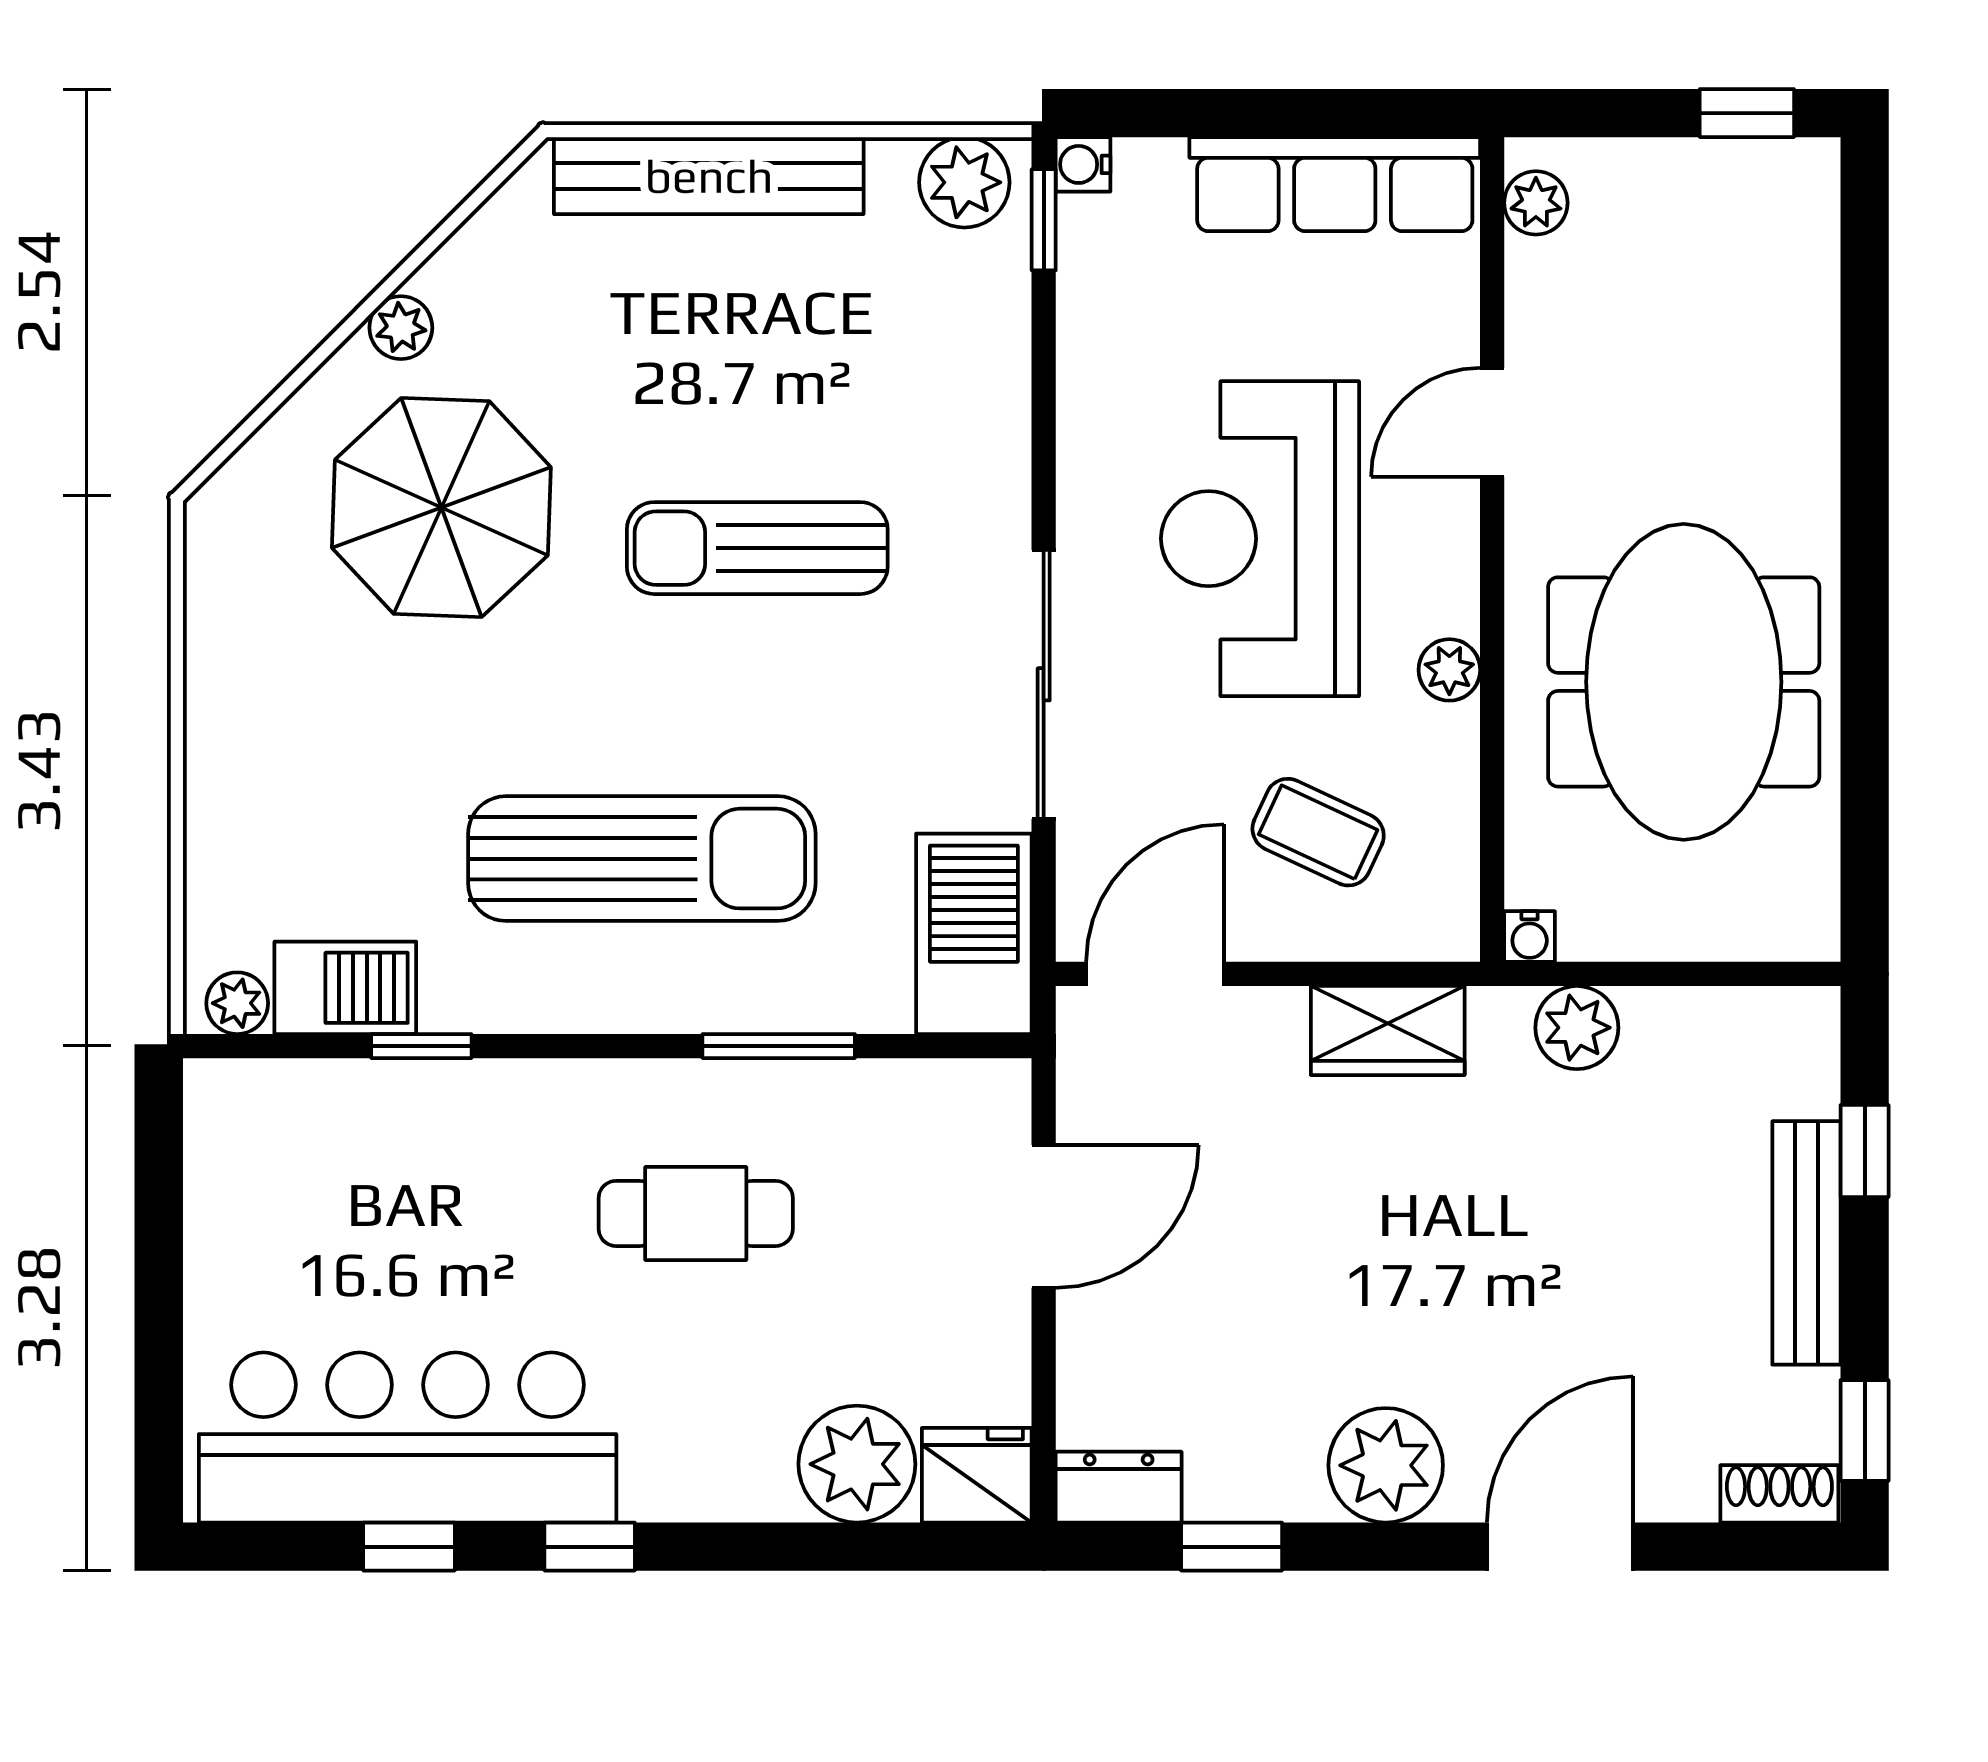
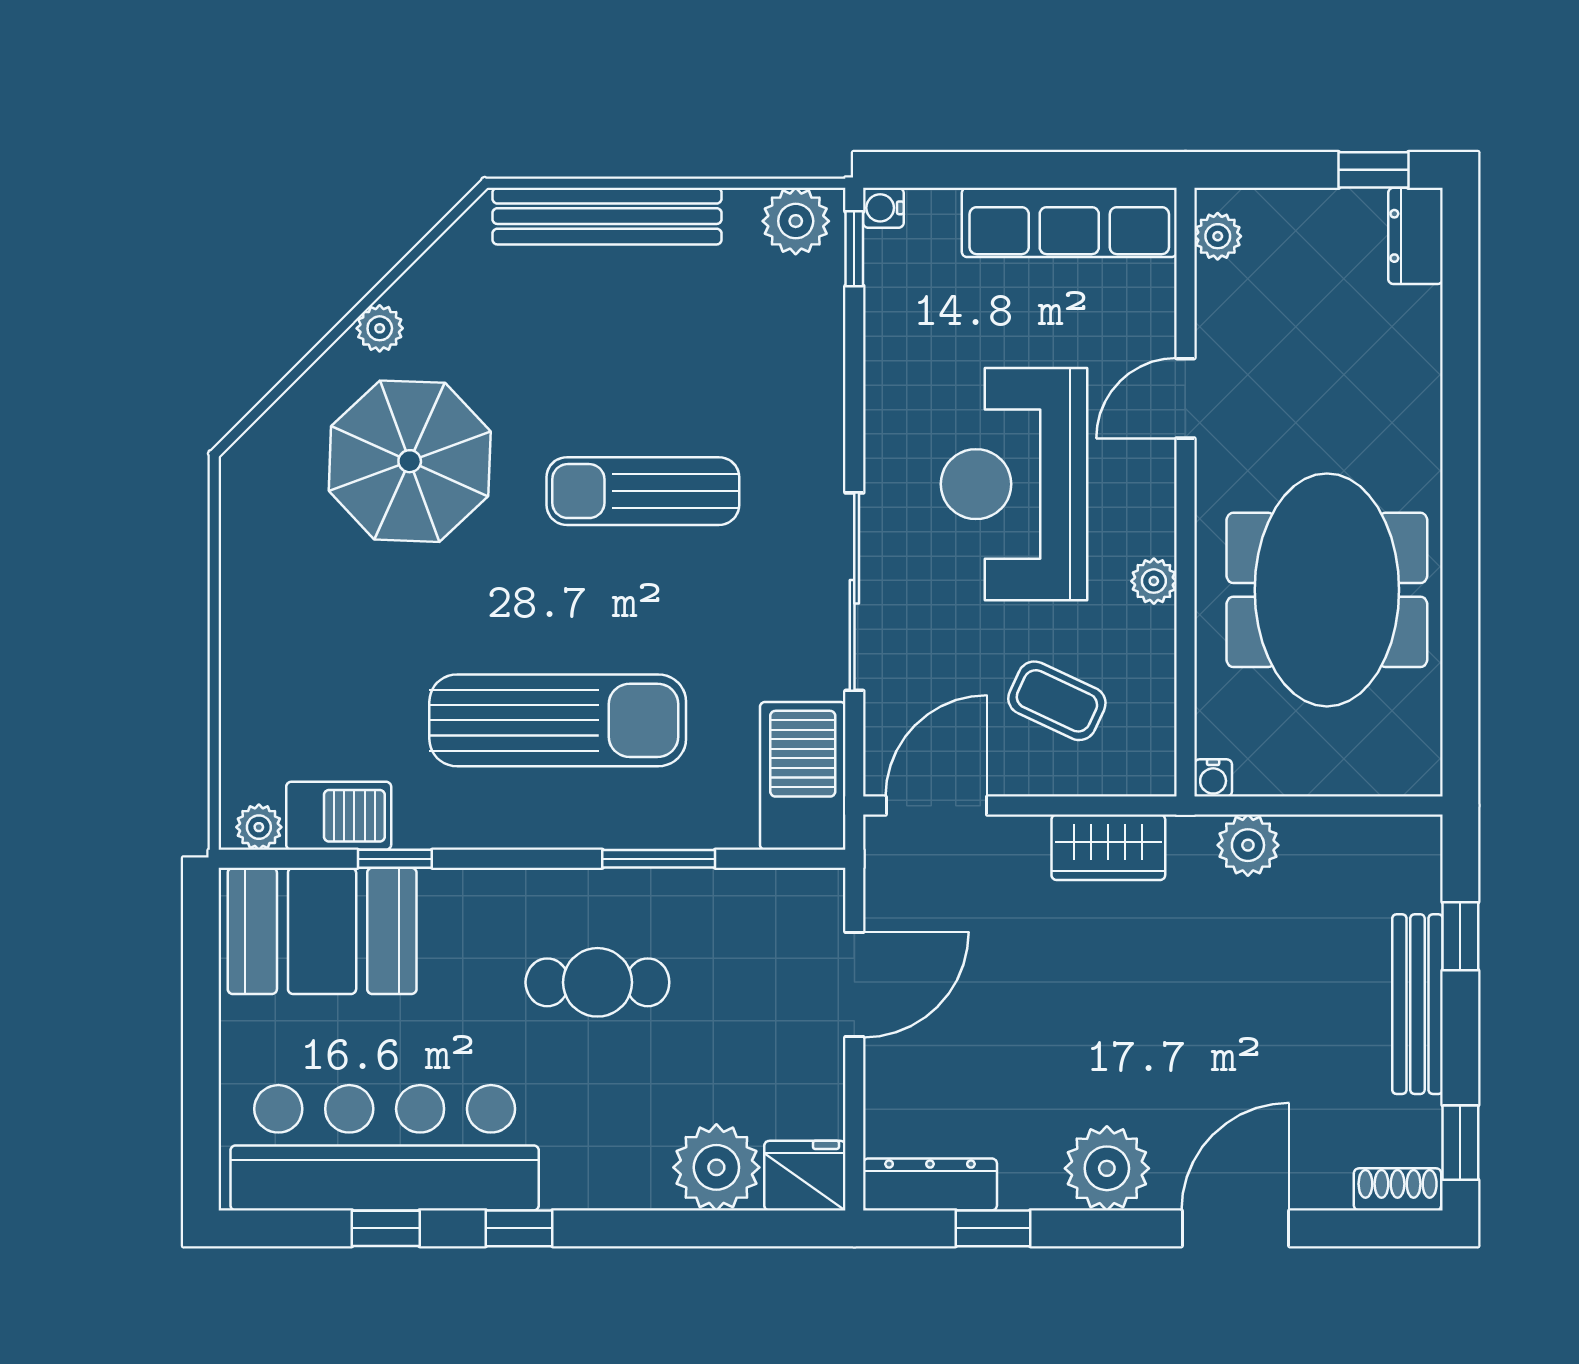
dresser: (1804, 202) -> (1416, 236), added
booth: (323, 1144) -> (322, 931), added
dresser: (1119, 1487) -> (930, 1184), width x1.44

